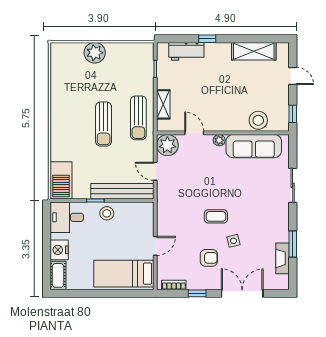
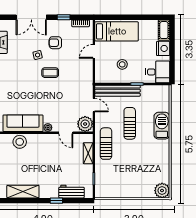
plant: (95, 53) -> (162, 191), moved
sun lounger: (104, 124) -> (130, 123), moved
barbecue: (61, 180) -> (162, 126), moved
stool: (107, 213) -> (122, 64), moved

